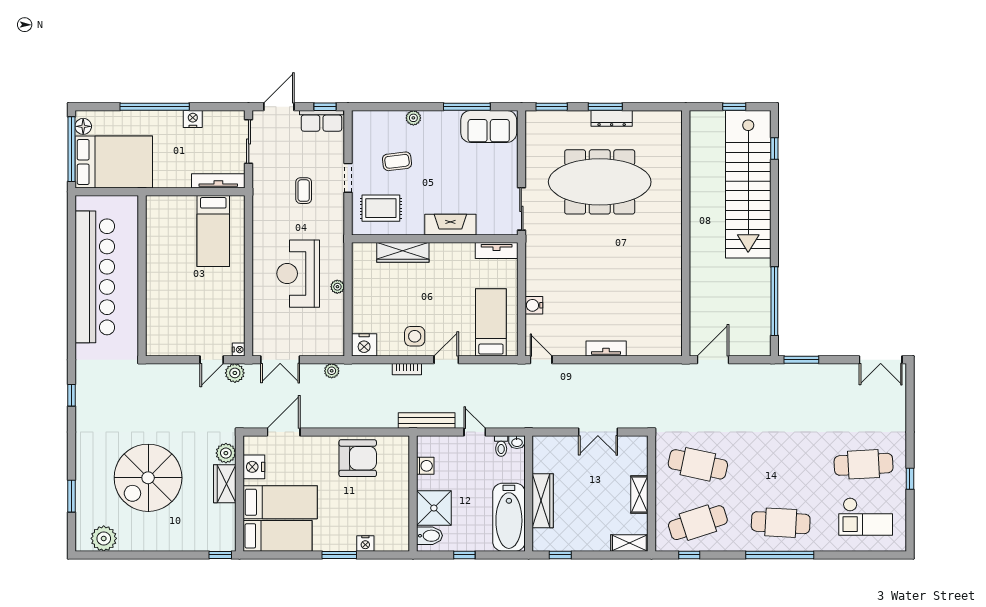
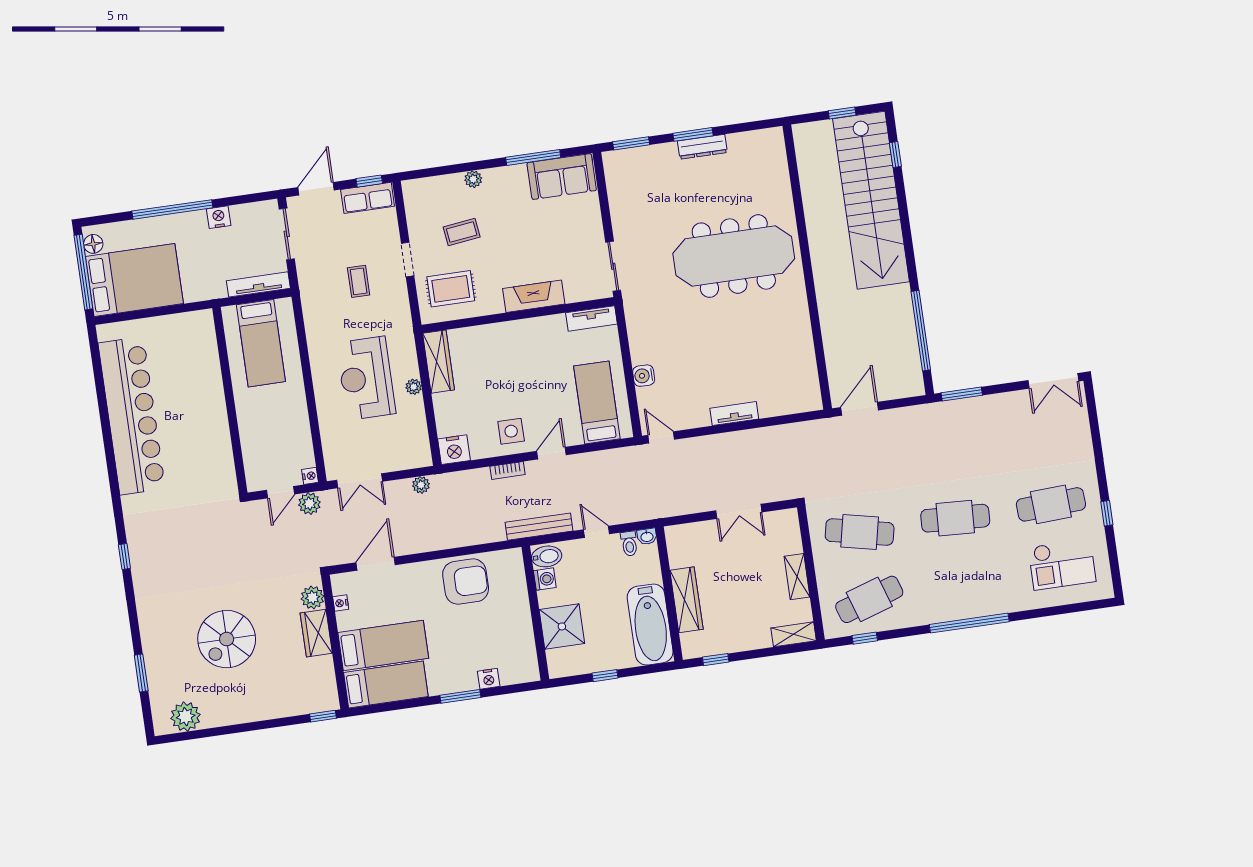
meeting table: (600, 182) -> (734, 256), moved
wardrobe: (403, 252) -> (438, 362), moved, turned -90
wall: (142, 276) -> (230, 400), moved
nightstand: (254, 467) -> (341, 603), width x0.53, depth x0.56
spiral stairs: (148, 478) -> (227, 639), width x0.73, depth x0.73
cafe table: (781, 523) -> (955, 518), moved
bidet: (430, 536) -> (547, 556), moved

